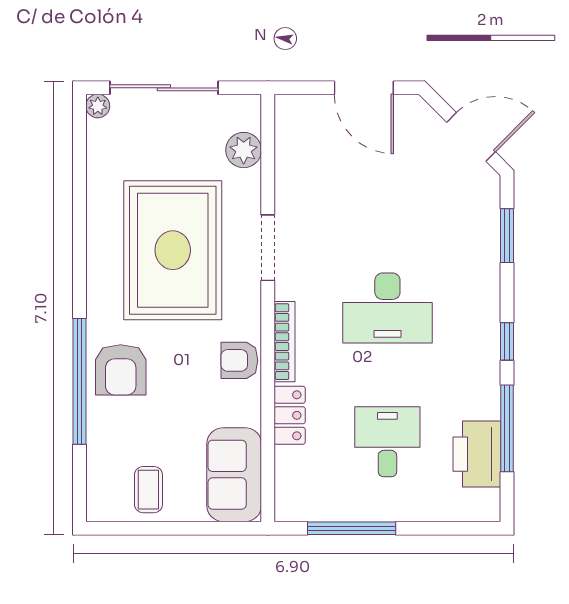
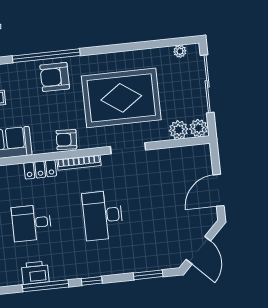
plant: (98, 106) -> (180, 51), moved
plant: (244, 113) -> (198, 128), added
armchair: (239, 360) -> (66, 140), turned -87
desk: (387, 442) -> (32, 223), turned 180
printer: (477, 454) -> (35, 273), width x0.73, depth x0.84

